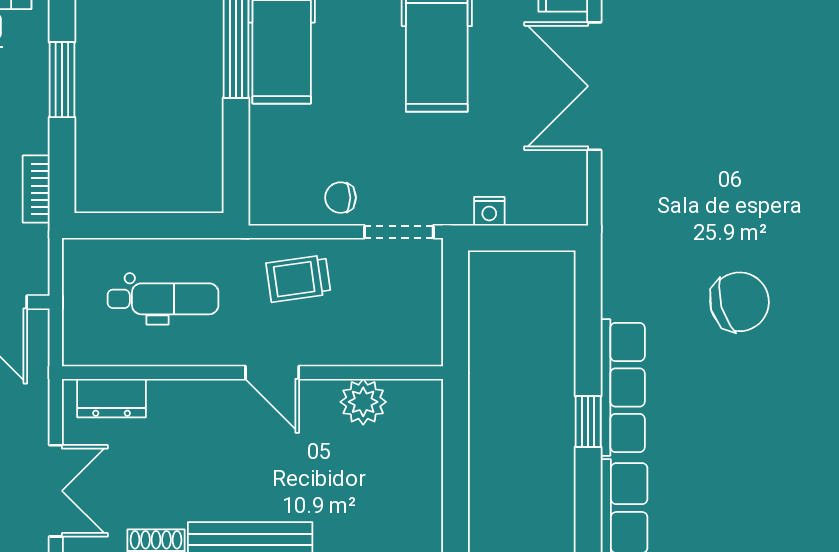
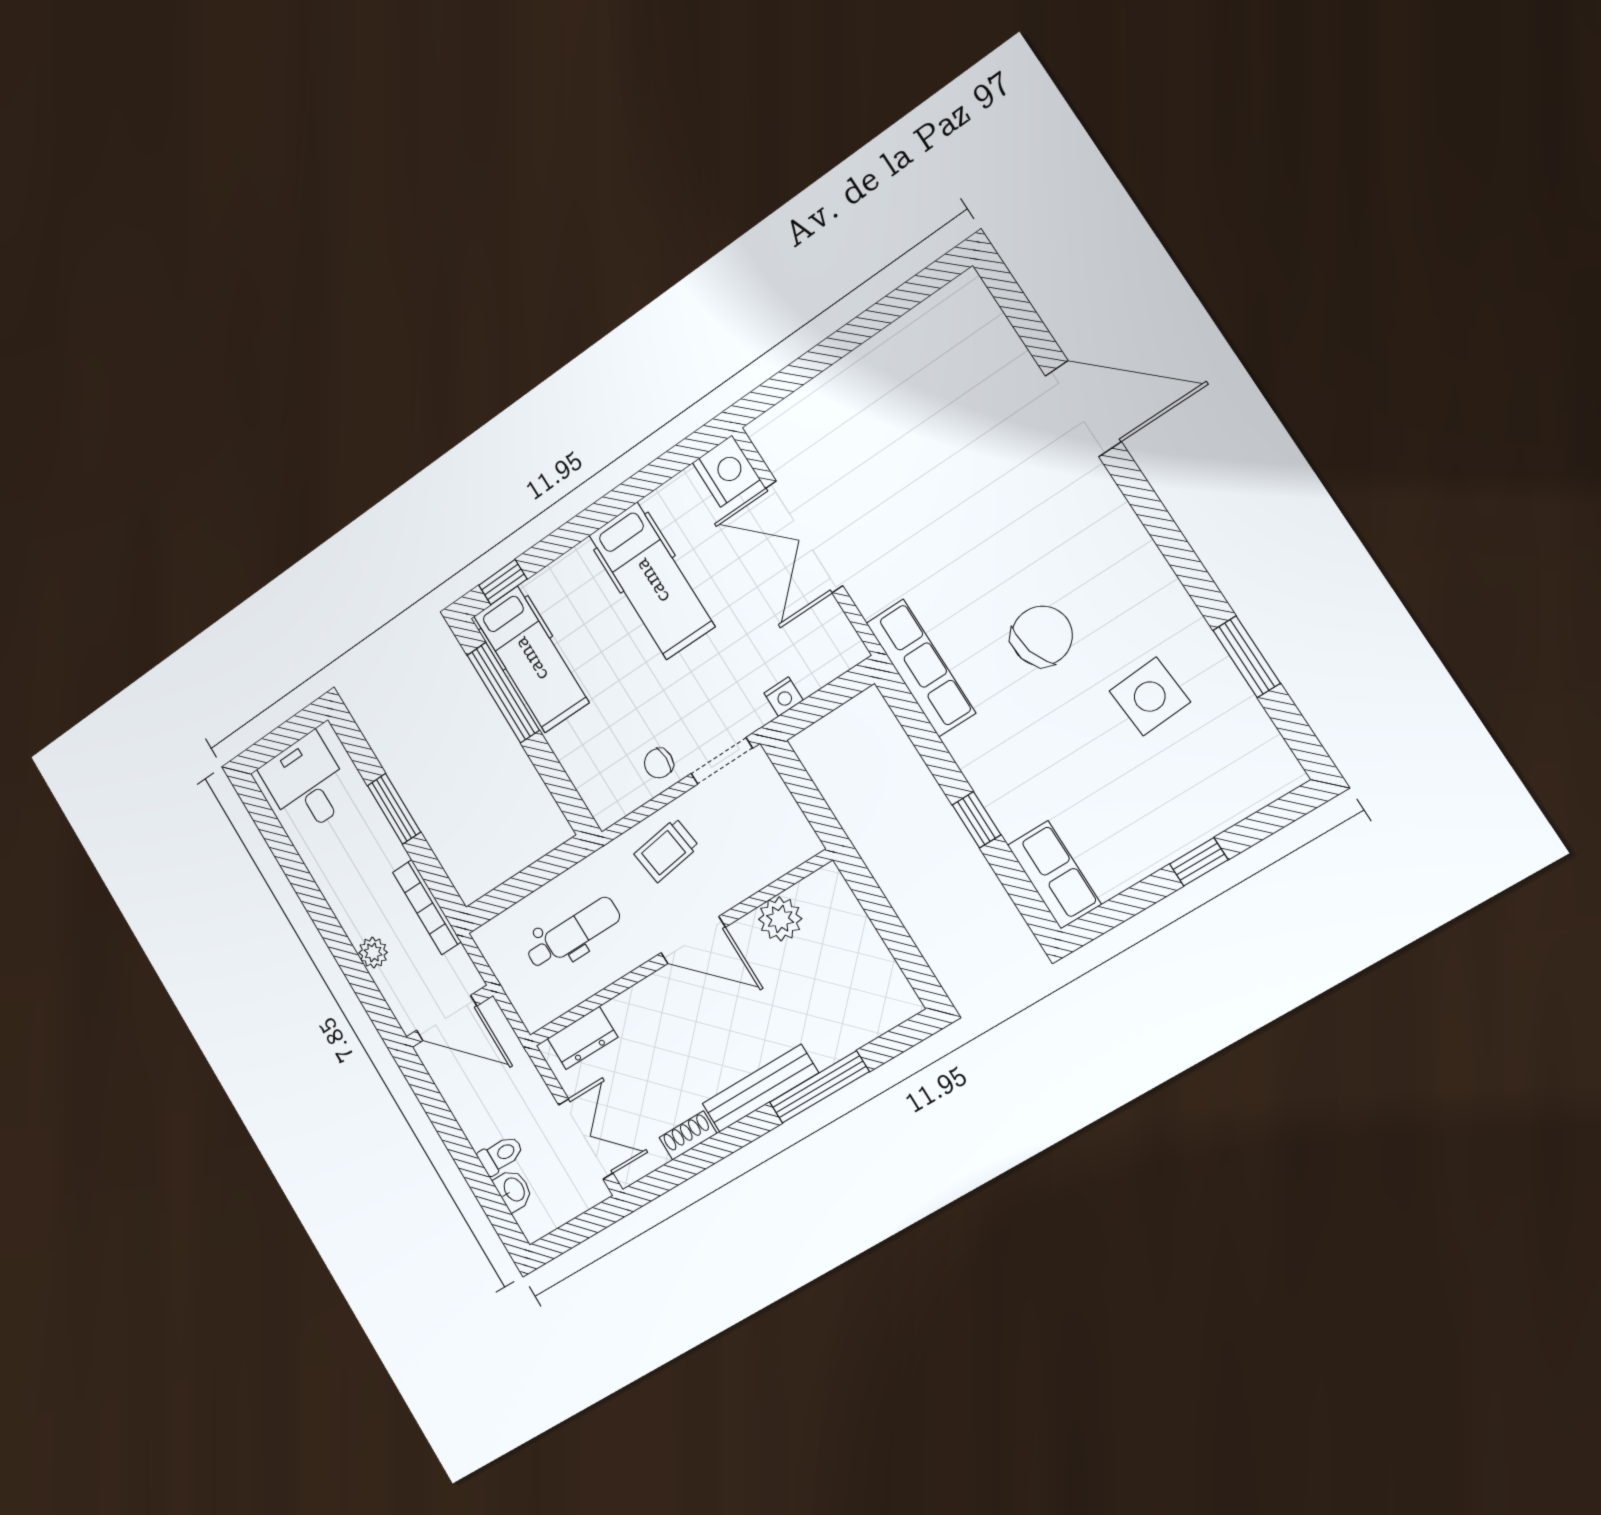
bookcase: (36, 189) -> (427, 907), width x1.56
door: (272, 373) -> (693, 940), width x1.38
row of seats: (623, 387) -> (921, 668), moved
side table: (795, 408) -> (1150, 697), added

